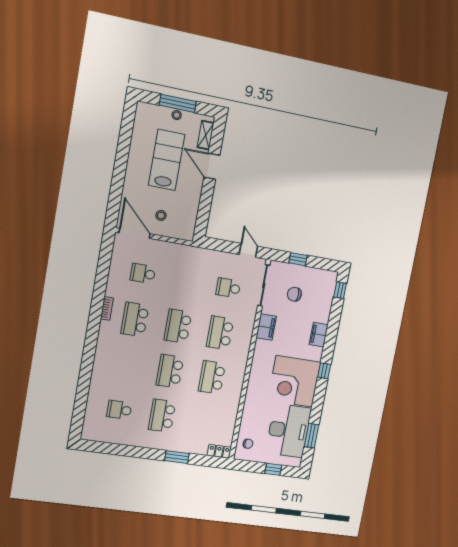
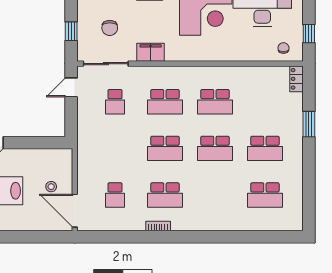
door: (135, 233) -> (75, 211), hinge flipped
school desk: (119, 410) -> (265, 195), width x1.85
window: (273, 469) -> (309, 34), moved

